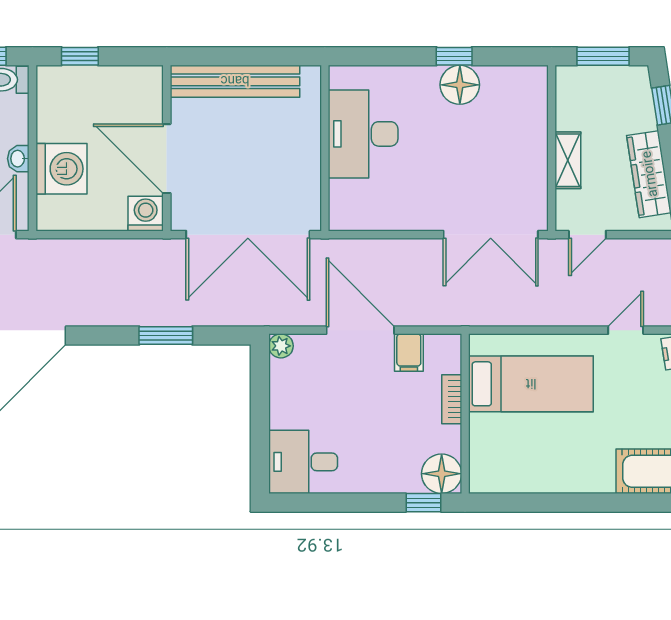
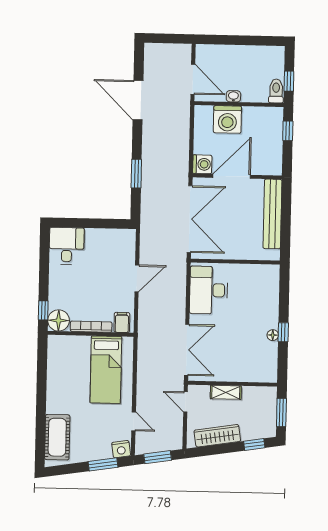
floor lamp: (460, 85) -> (273, 335), width x0.53, depth x0.53
desk: (363, 134) -> (209, 290), moved, turned -90
double door: (248, 235) -> (190, 219), swing flipped
double door: (491, 235) -> (187, 350), swing flipped
door: (360, 330) -> (137, 278), width x0.73
plant: (281, 346) -> (129, 235), removed
filing cabinet: (409, 353) -> (122, 322), moved, turned 90
bookcase: (452, 399) -> (91, 327), width x1.56

